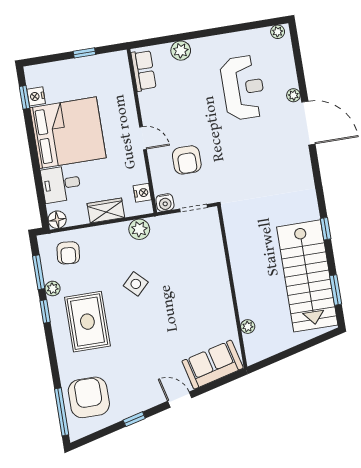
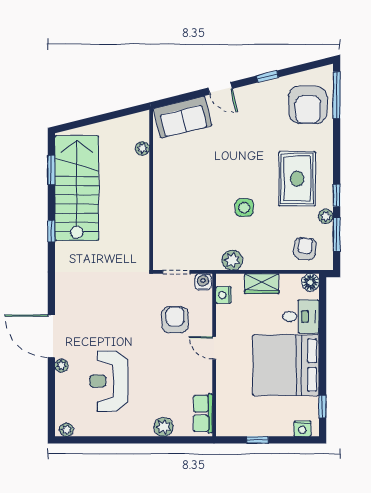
nightstand: (36, 96) -> (302, 429), moved, turned 90
side table: (136, 284) -> (244, 208), turned 45

